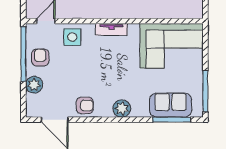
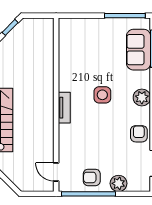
side table: (72, 37) -> (102, 95), moved
corner sofa: (172, 46) -> (80, 49), removed

